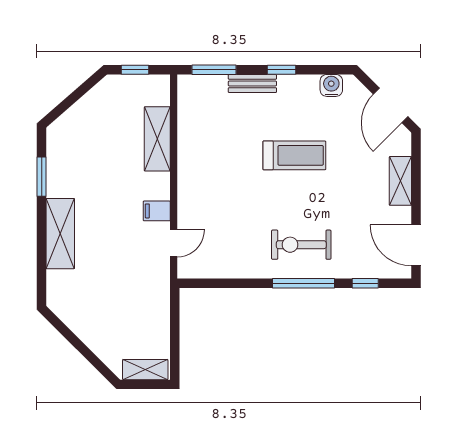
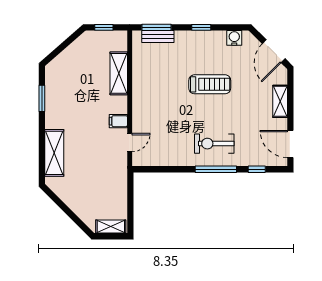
bench: (252, 83) -> (158, 37), moved
shelving: (60, 234) -> (54, 153), moved

